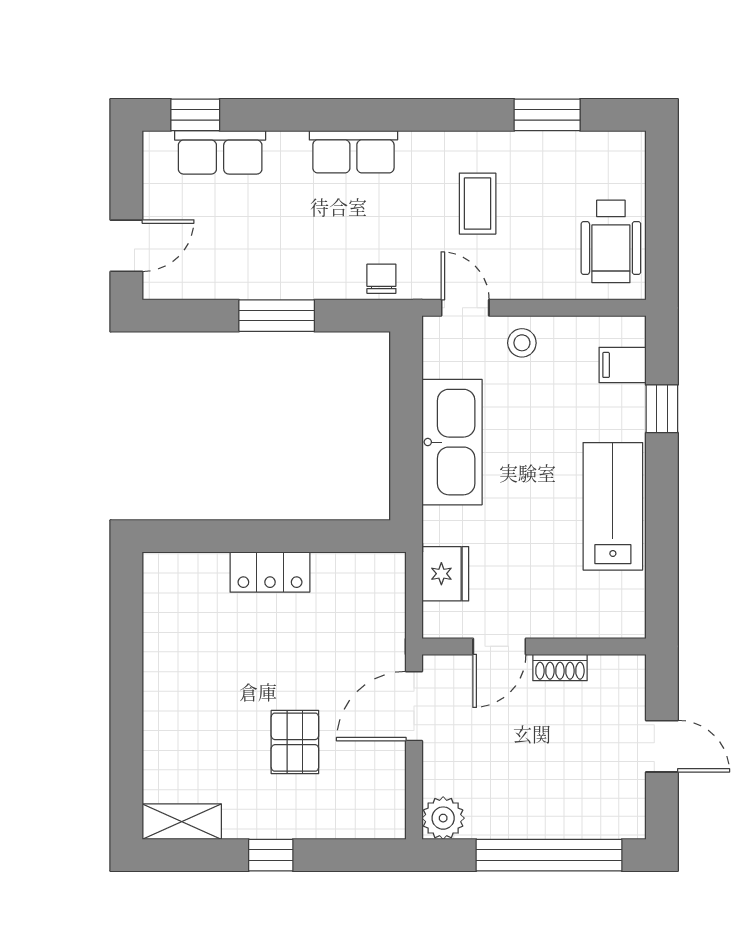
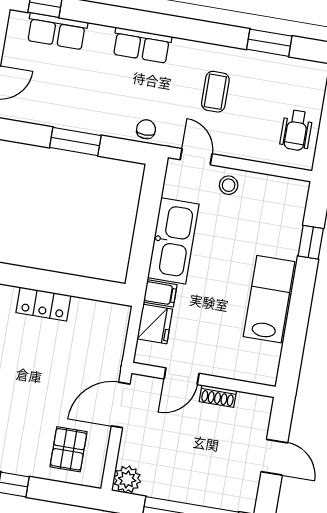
wheelchair: (611, 241) -> (296, 130), width x0.73, depth x0.73
filing cabinet: (623, 365) -> (160, 293), moved, turned 180
pallet: (295, 742) -> (69, 449), moved

